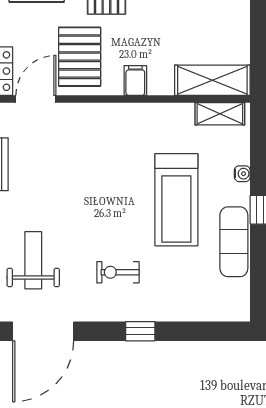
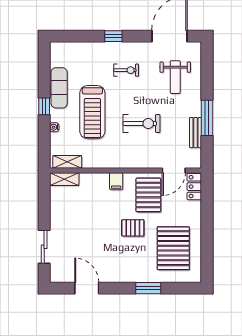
shelving: (212, 80) -> (64, 179), width x0.67, depth x0.75
exercise bike: (91, 180) -> (142, 123), added
treadmill: (176, 200) -> (92, 112), turned 180

